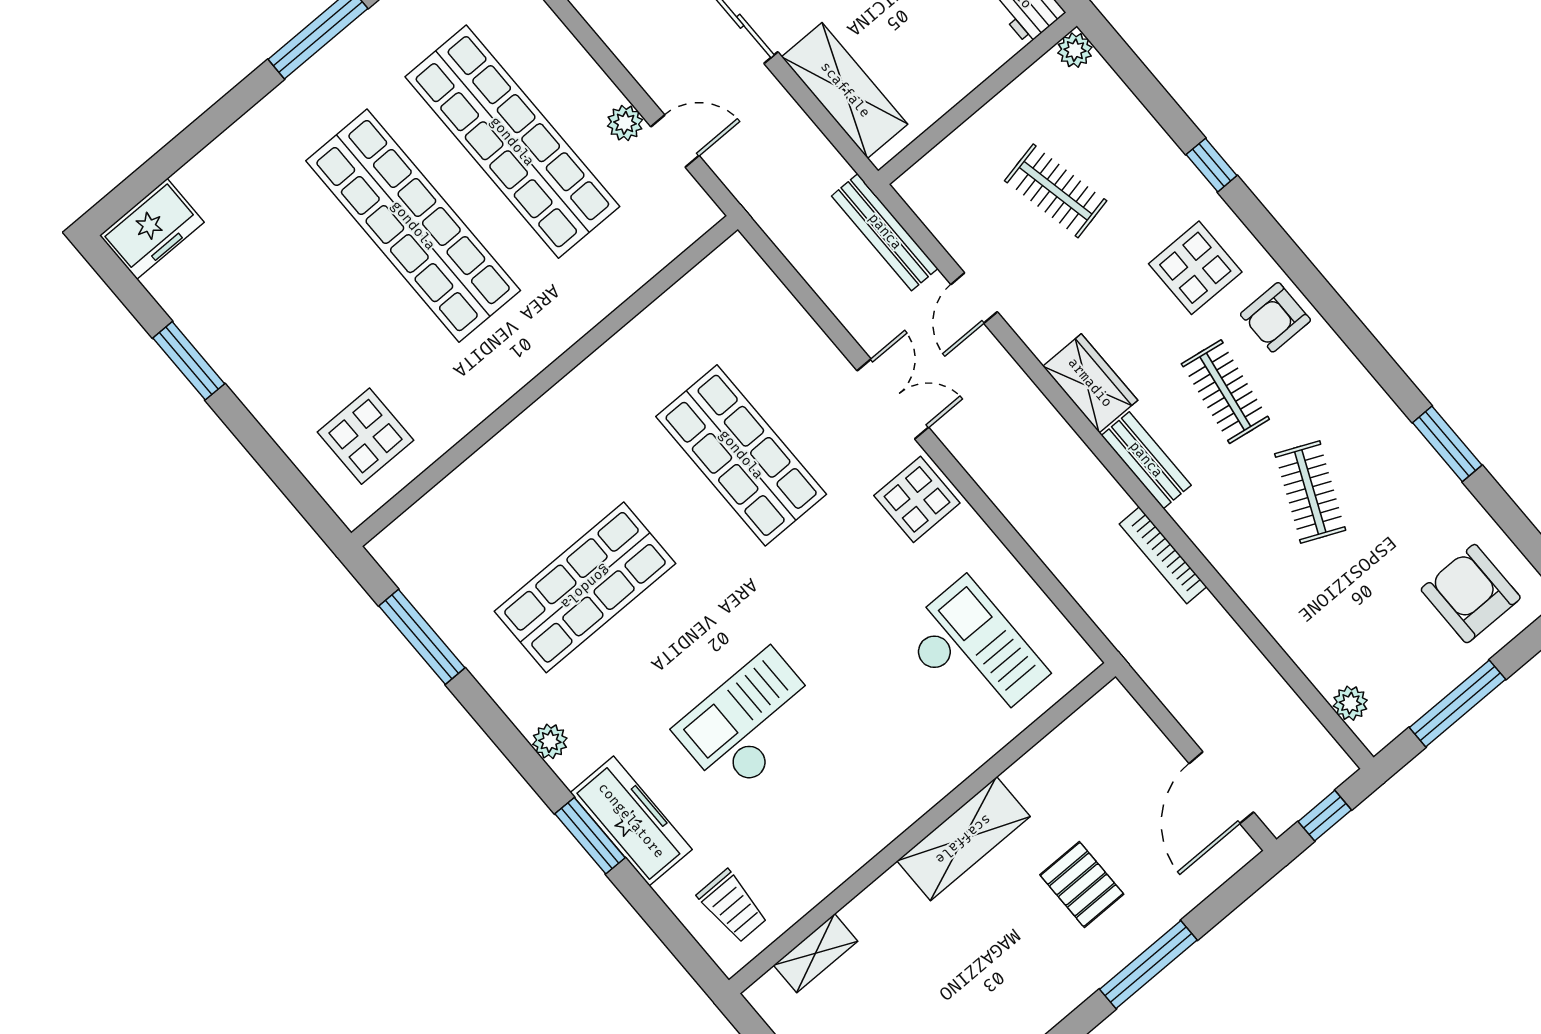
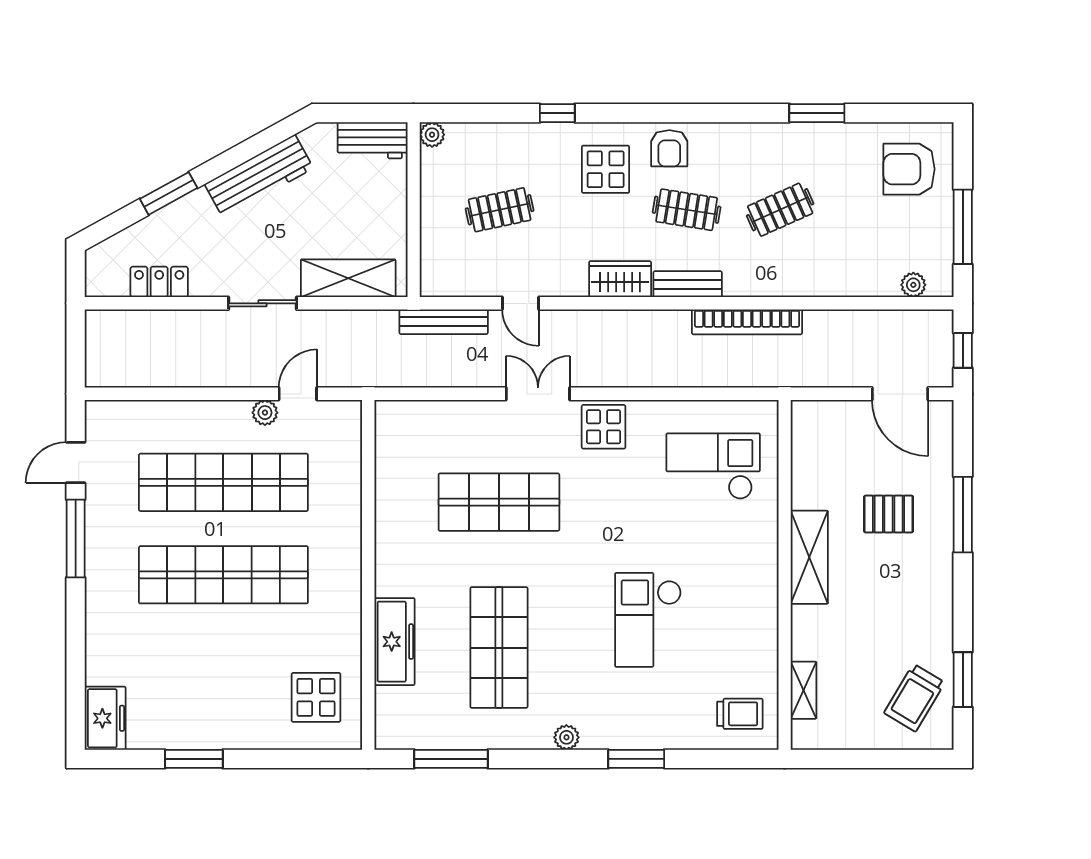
clothes rail: (1310, 492) -> (780, 210), turned -48
bookcase: (1163, 555) -> (747, 322), width x1.48, depth x1.31
freezer: (631, 821) -> (395, 642), moved, turned 90

